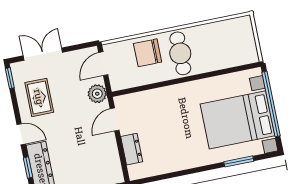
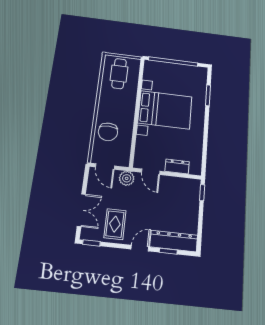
cafe table: (180, 53) -> (119, 74), moved, turned 90
double door: (43, 54) -> (81, 210), swing flipped
rug: (39, 97) -> (115, 224), turned 90
bed with nightstands: (237, 120) -> (165, 110), moved, turned -90

